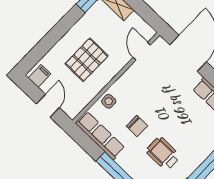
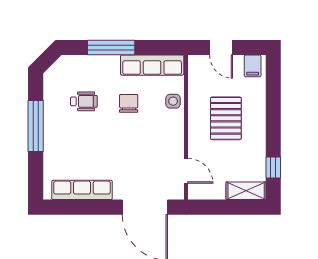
chair: (137, 126) -> (129, 103), turned 90
wheelchair: (163, 154) -> (84, 101), width x0.73, depth x0.73

